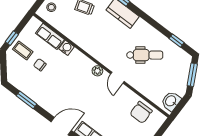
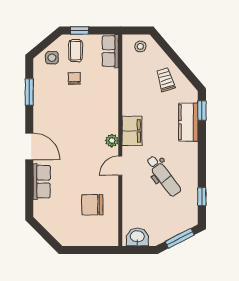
row of seats: (50, 36) -> (110, 51), moved
water cooler: (66, 48) -> (111, 92), removed
filing cabinet: (101, 53) -> (132, 131), added
side table: (16, 69) -> (52, 58), added
chair: (141, 112) -> (92, 205), moved

